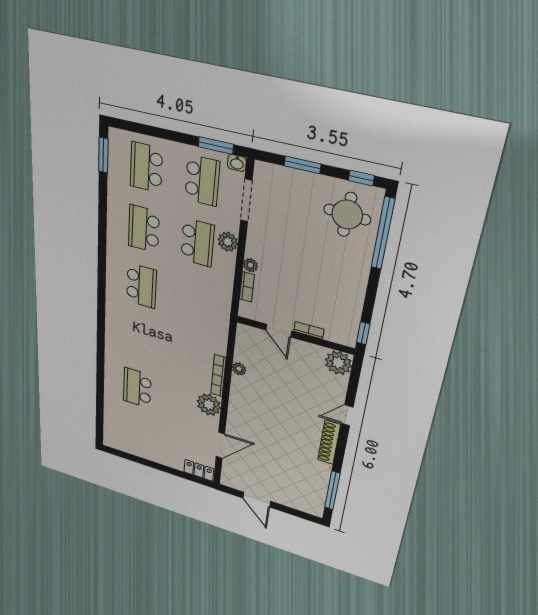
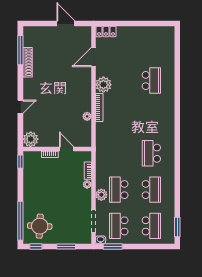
shoe rack: (329, 442) -> (28, 62), moved

